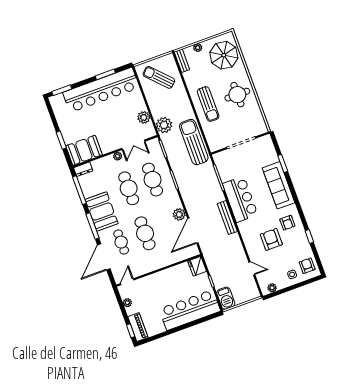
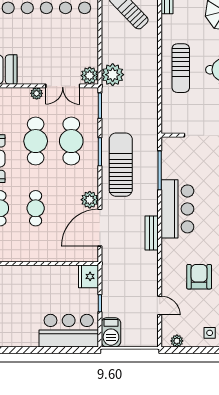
plant: (144, 117) -> (90, 76), moved
sun lounger: (194, 142) -> (121, 165), moved
bench: (227, 218) -> (152, 233), width x0.73
cafe table: (145, 233) -> (36, 208), width x0.73, depth x0.74
bar counter: (190, 310) -> (69, 331), width x0.73

